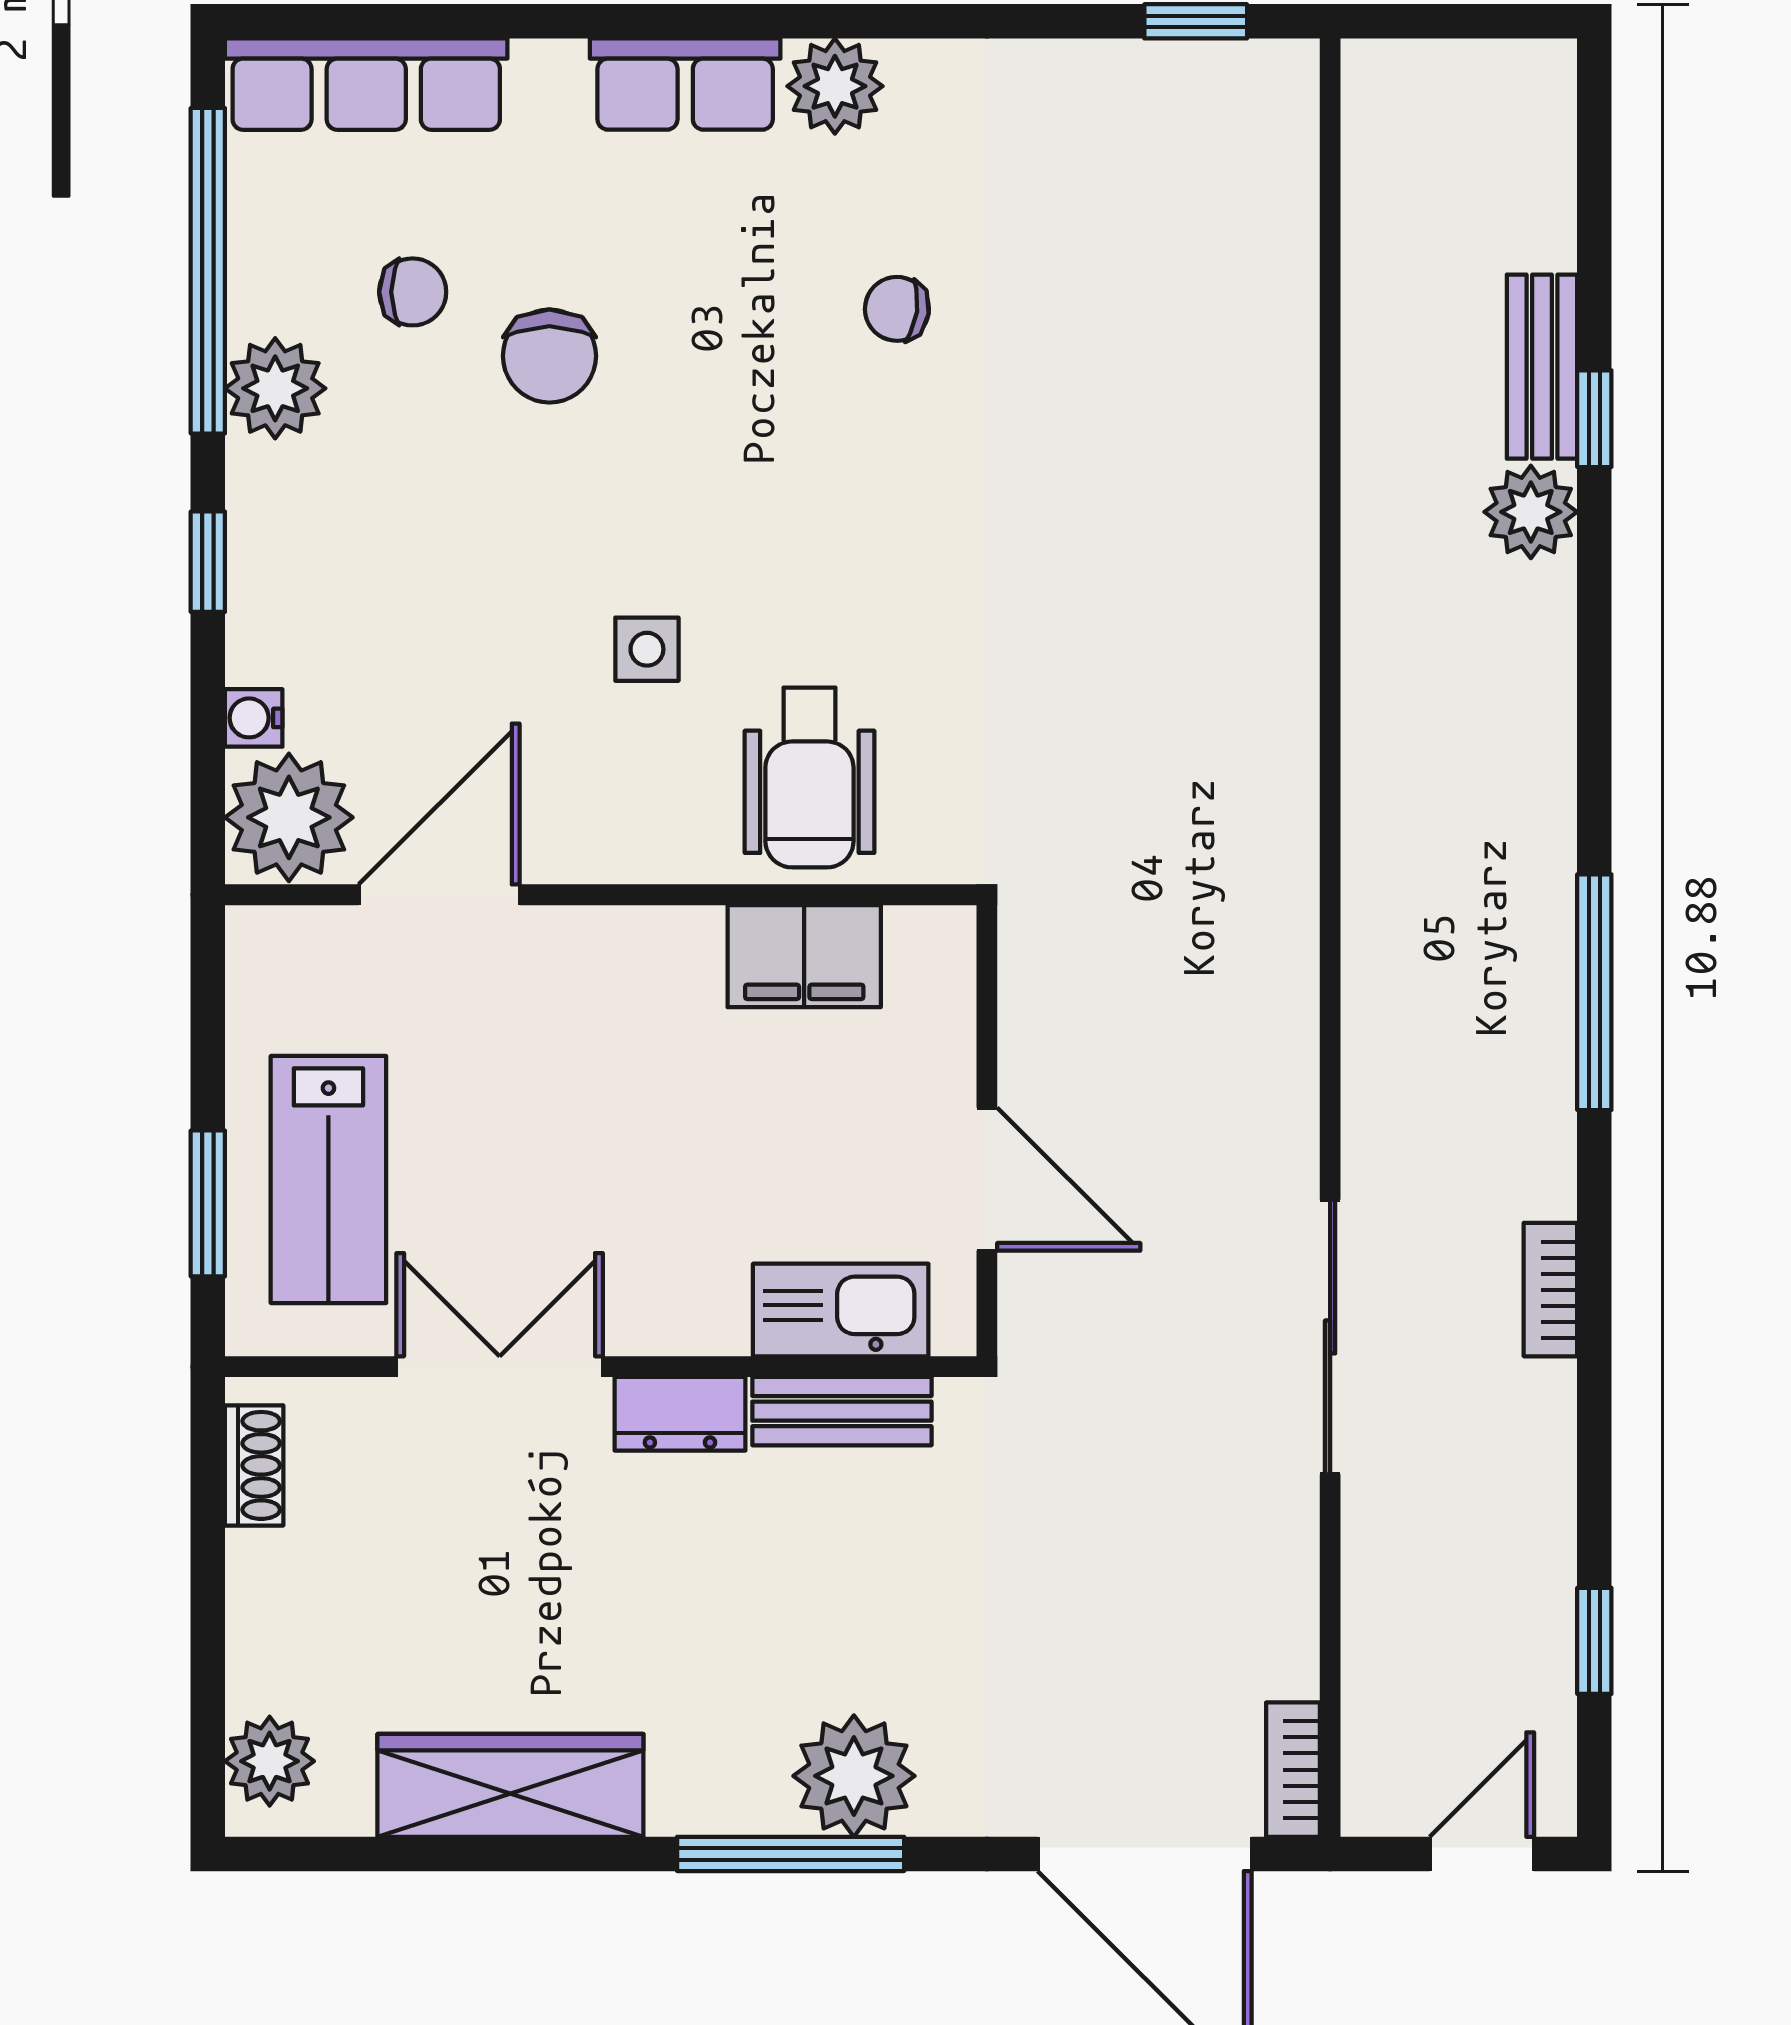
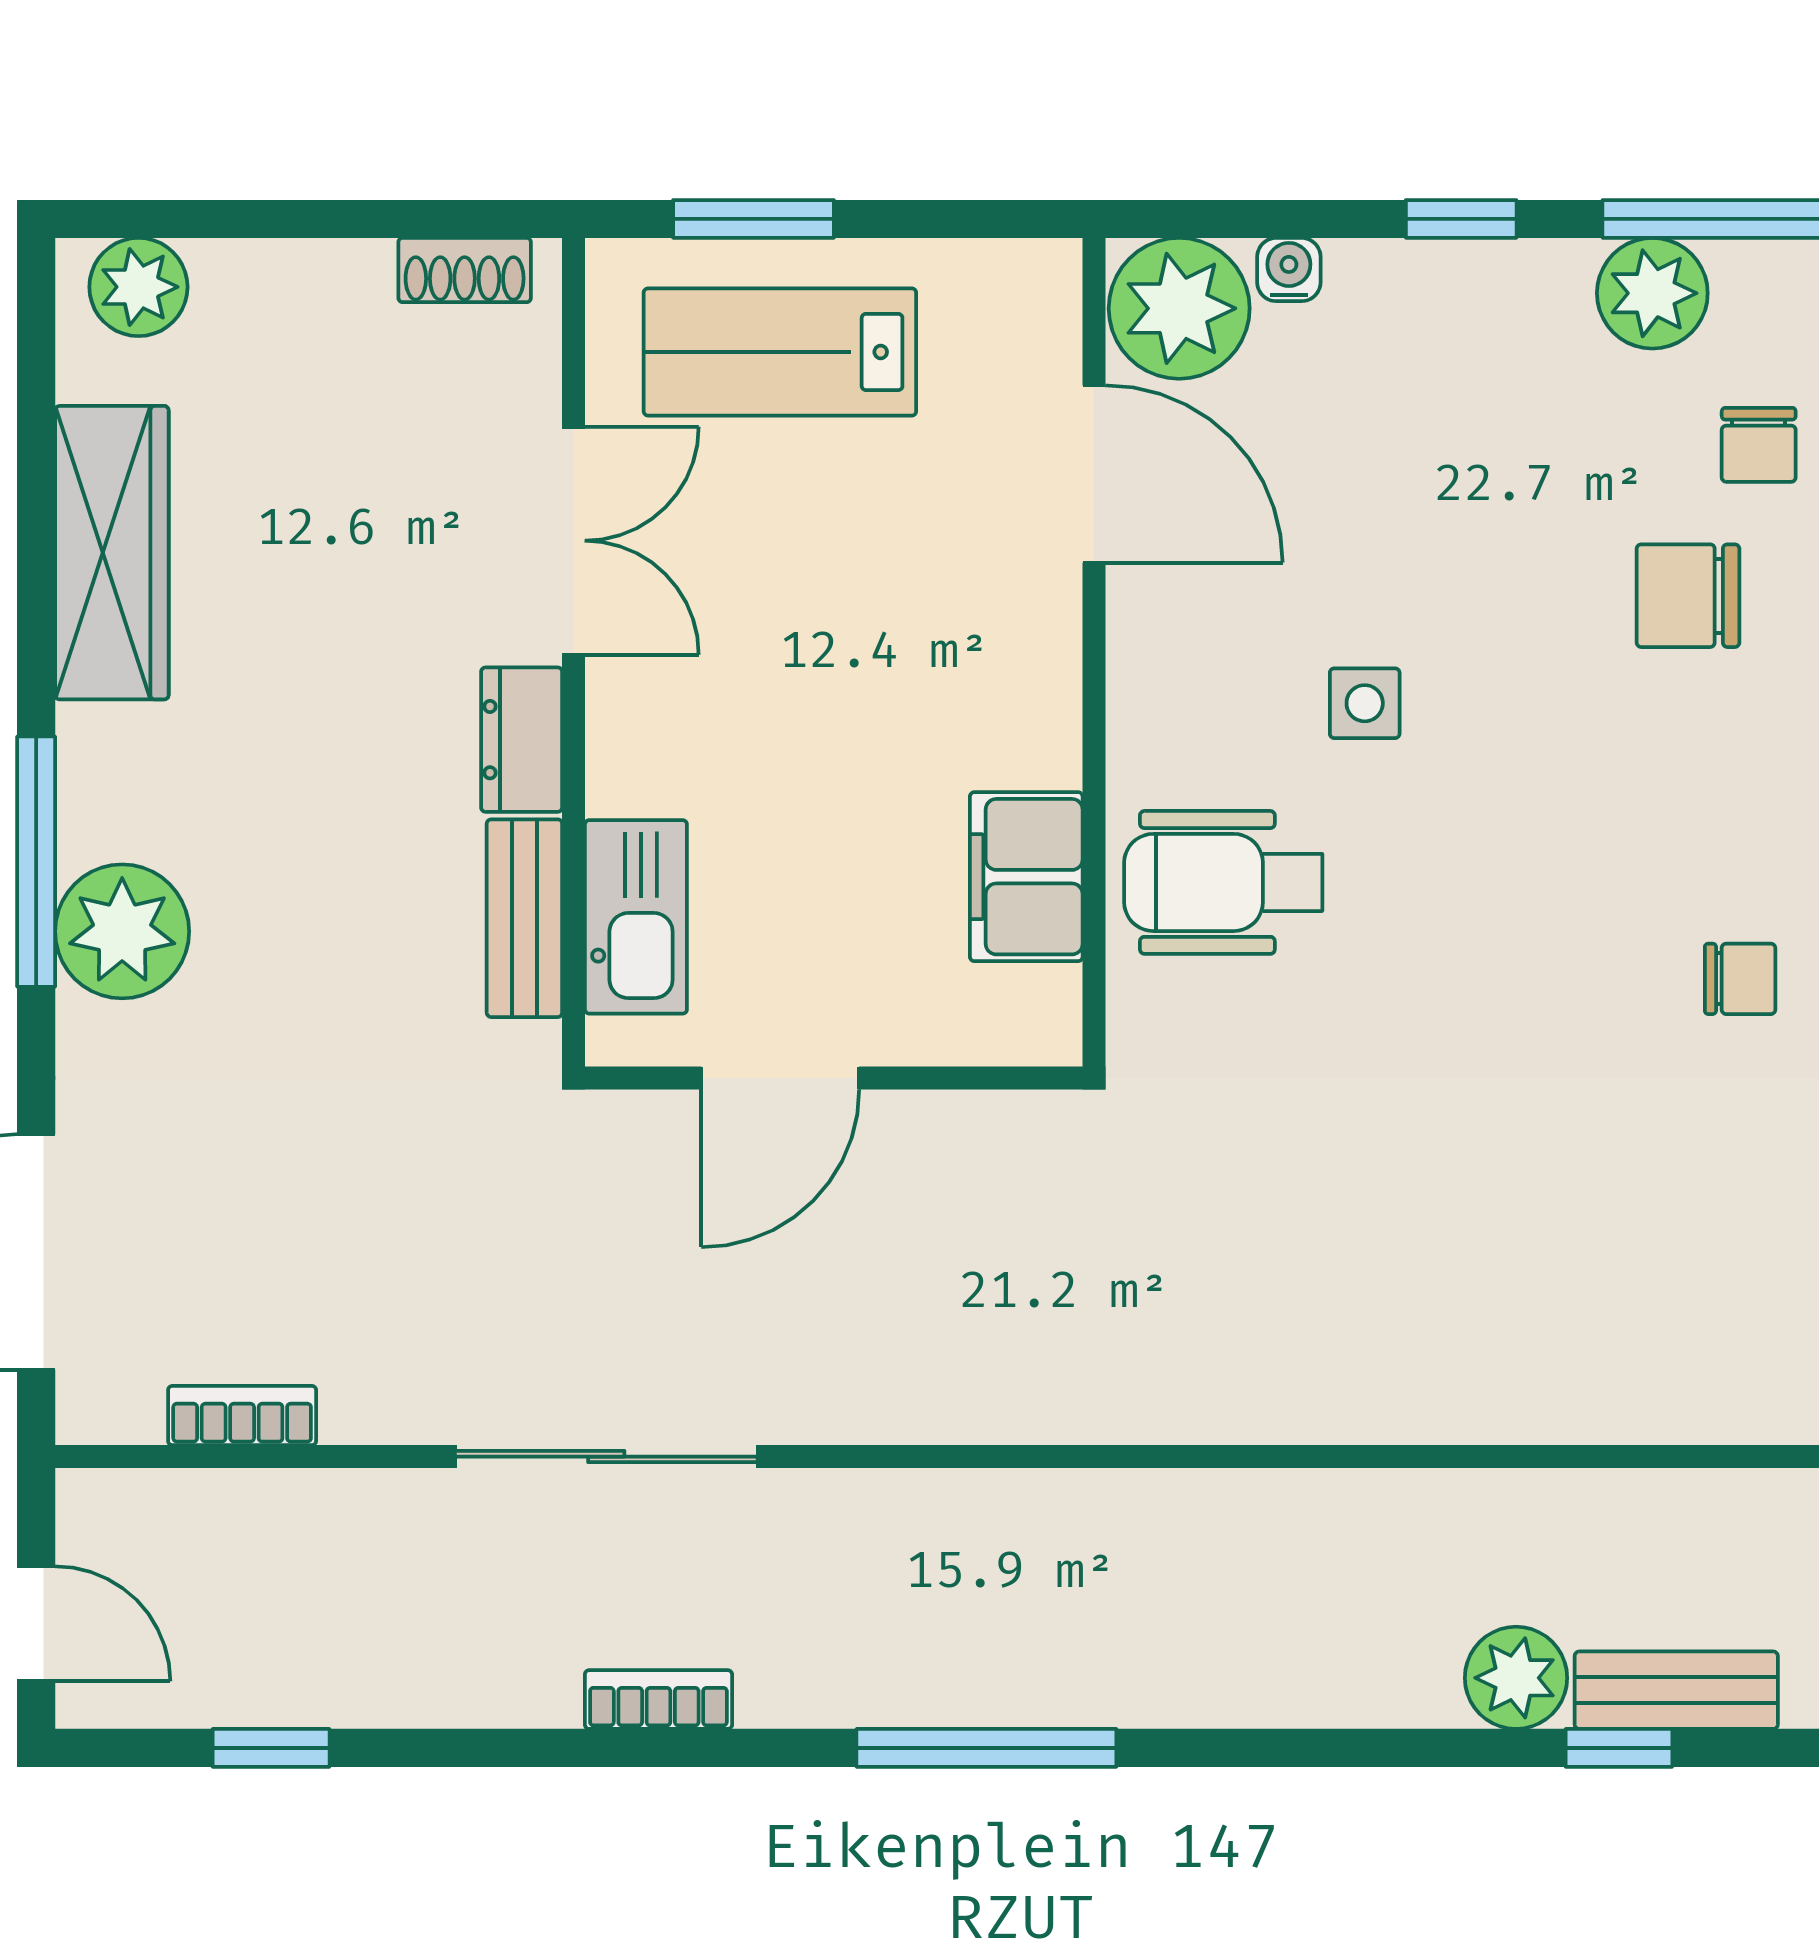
chair: (897, 309) -> (1740, 979), turned 82
bookcase: (1293, 1770) -> (242, 1416), moved

